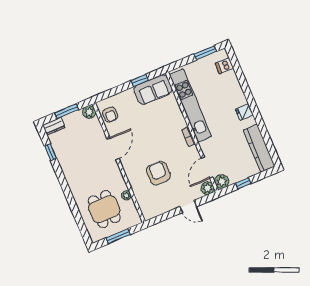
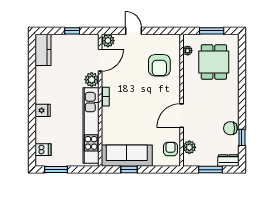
sofa: (153, 90) -> (127, 156), width x1.36
plant: (89, 112) -> (189, 147), moved
fridge: (244, 112) -> (43, 110), moved
kitchen counter: (259, 148) -> (43, 50), width x0.67
chair: (64, 156) -> (230, 128), added
armchair: (158, 173) -> (159, 65), moved
plant: (222, 182) -> (92, 80), moved
plant: (126, 195) -> (188, 51), moved

